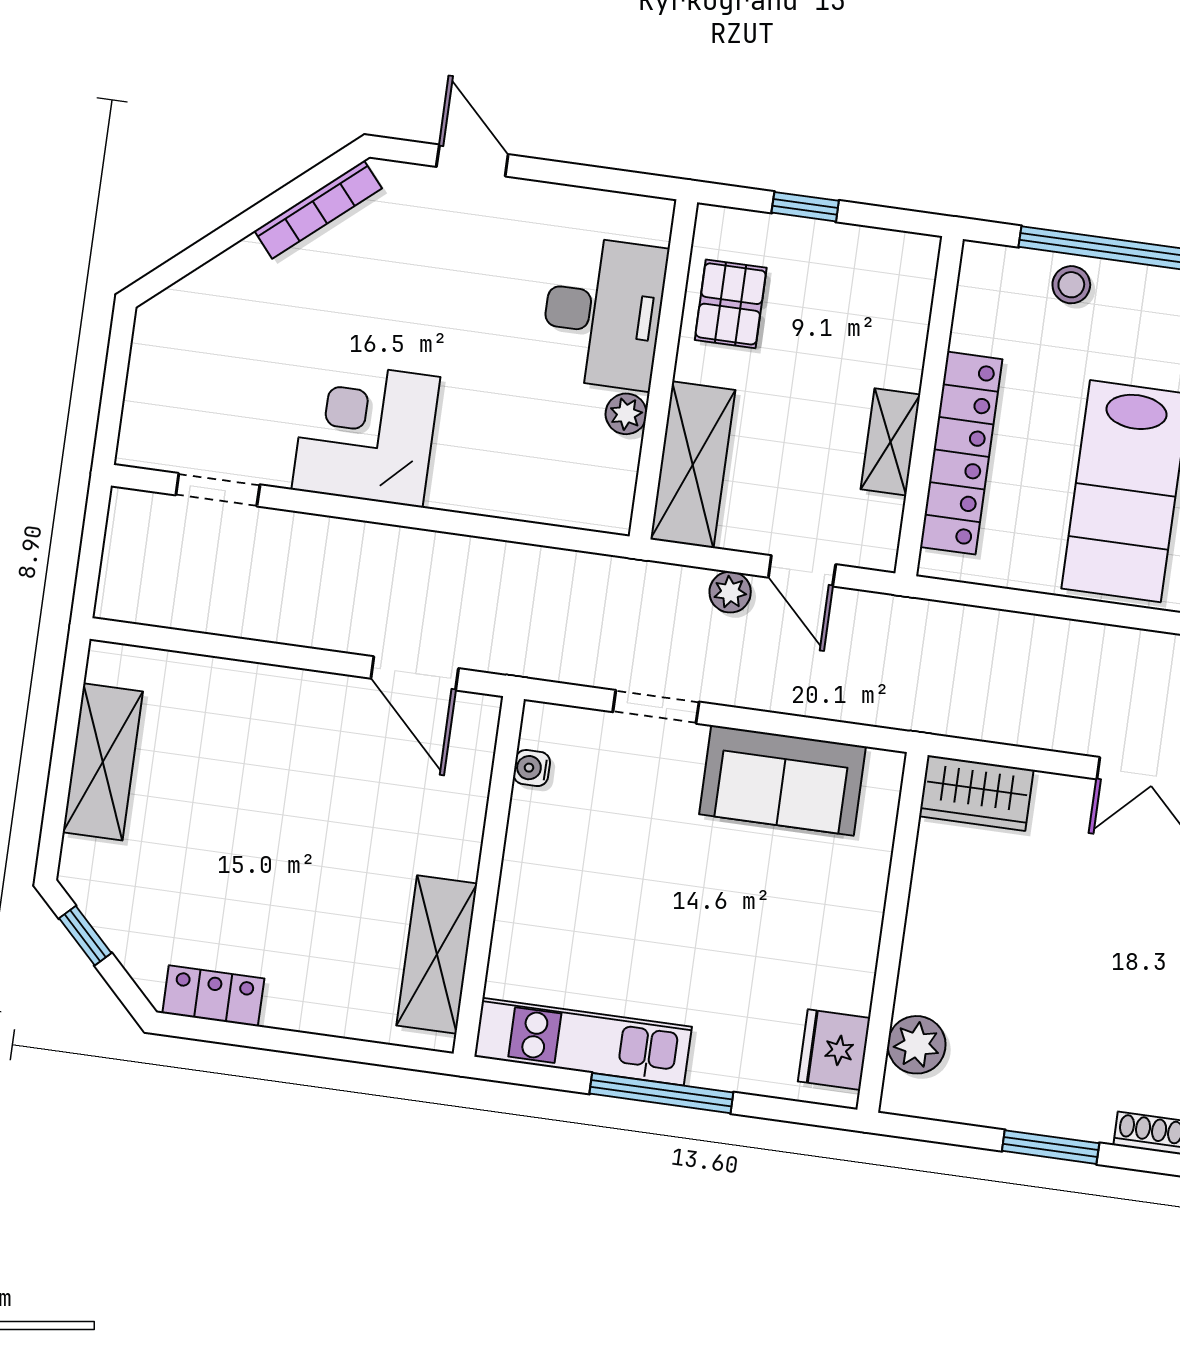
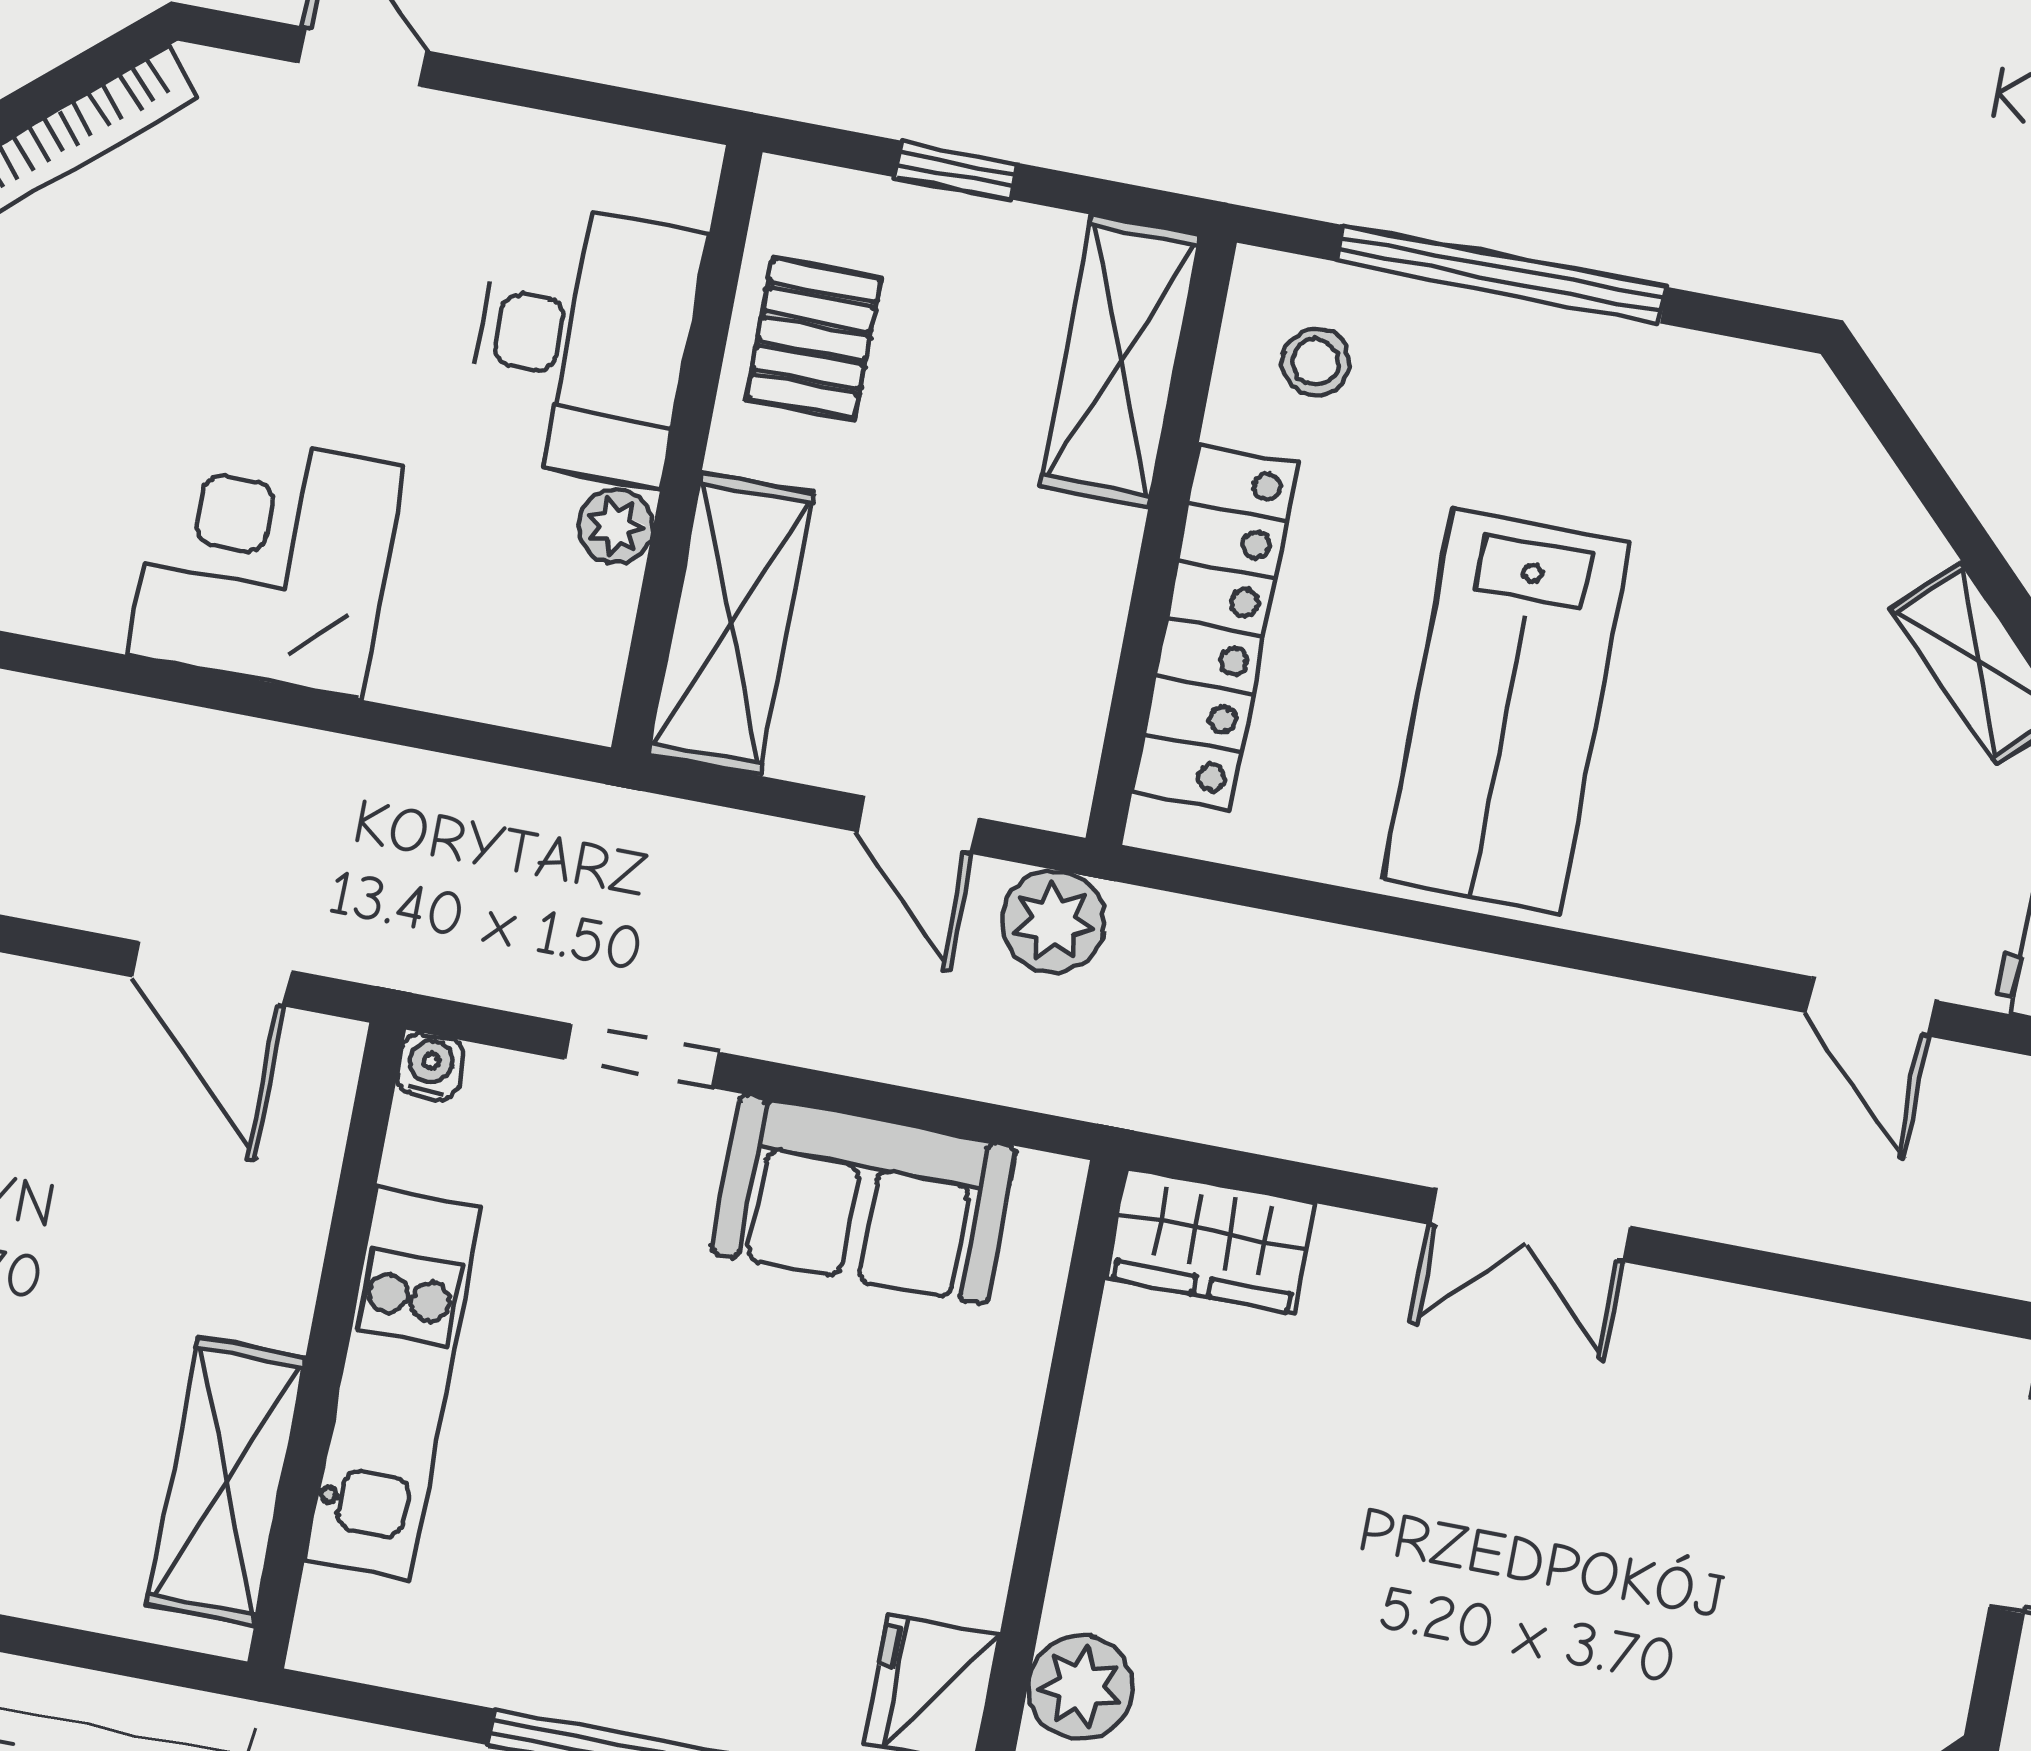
stool: (1071, 285) -> (1316, 362), moved
corner desk: (366, 433) -> (266, 560), moved
shelving: (890, 442) -> (1120, 361), moved, width x1.50, depth x1.33
plant: (730, 592) -> (1053, 921), moved, width x1.38, depth x1.38
water cooler: (532, 768) -> (431, 1066), moved, turned 90
kitchen unit: (583, 1042) -> (393, 1384), moved, turned 90

